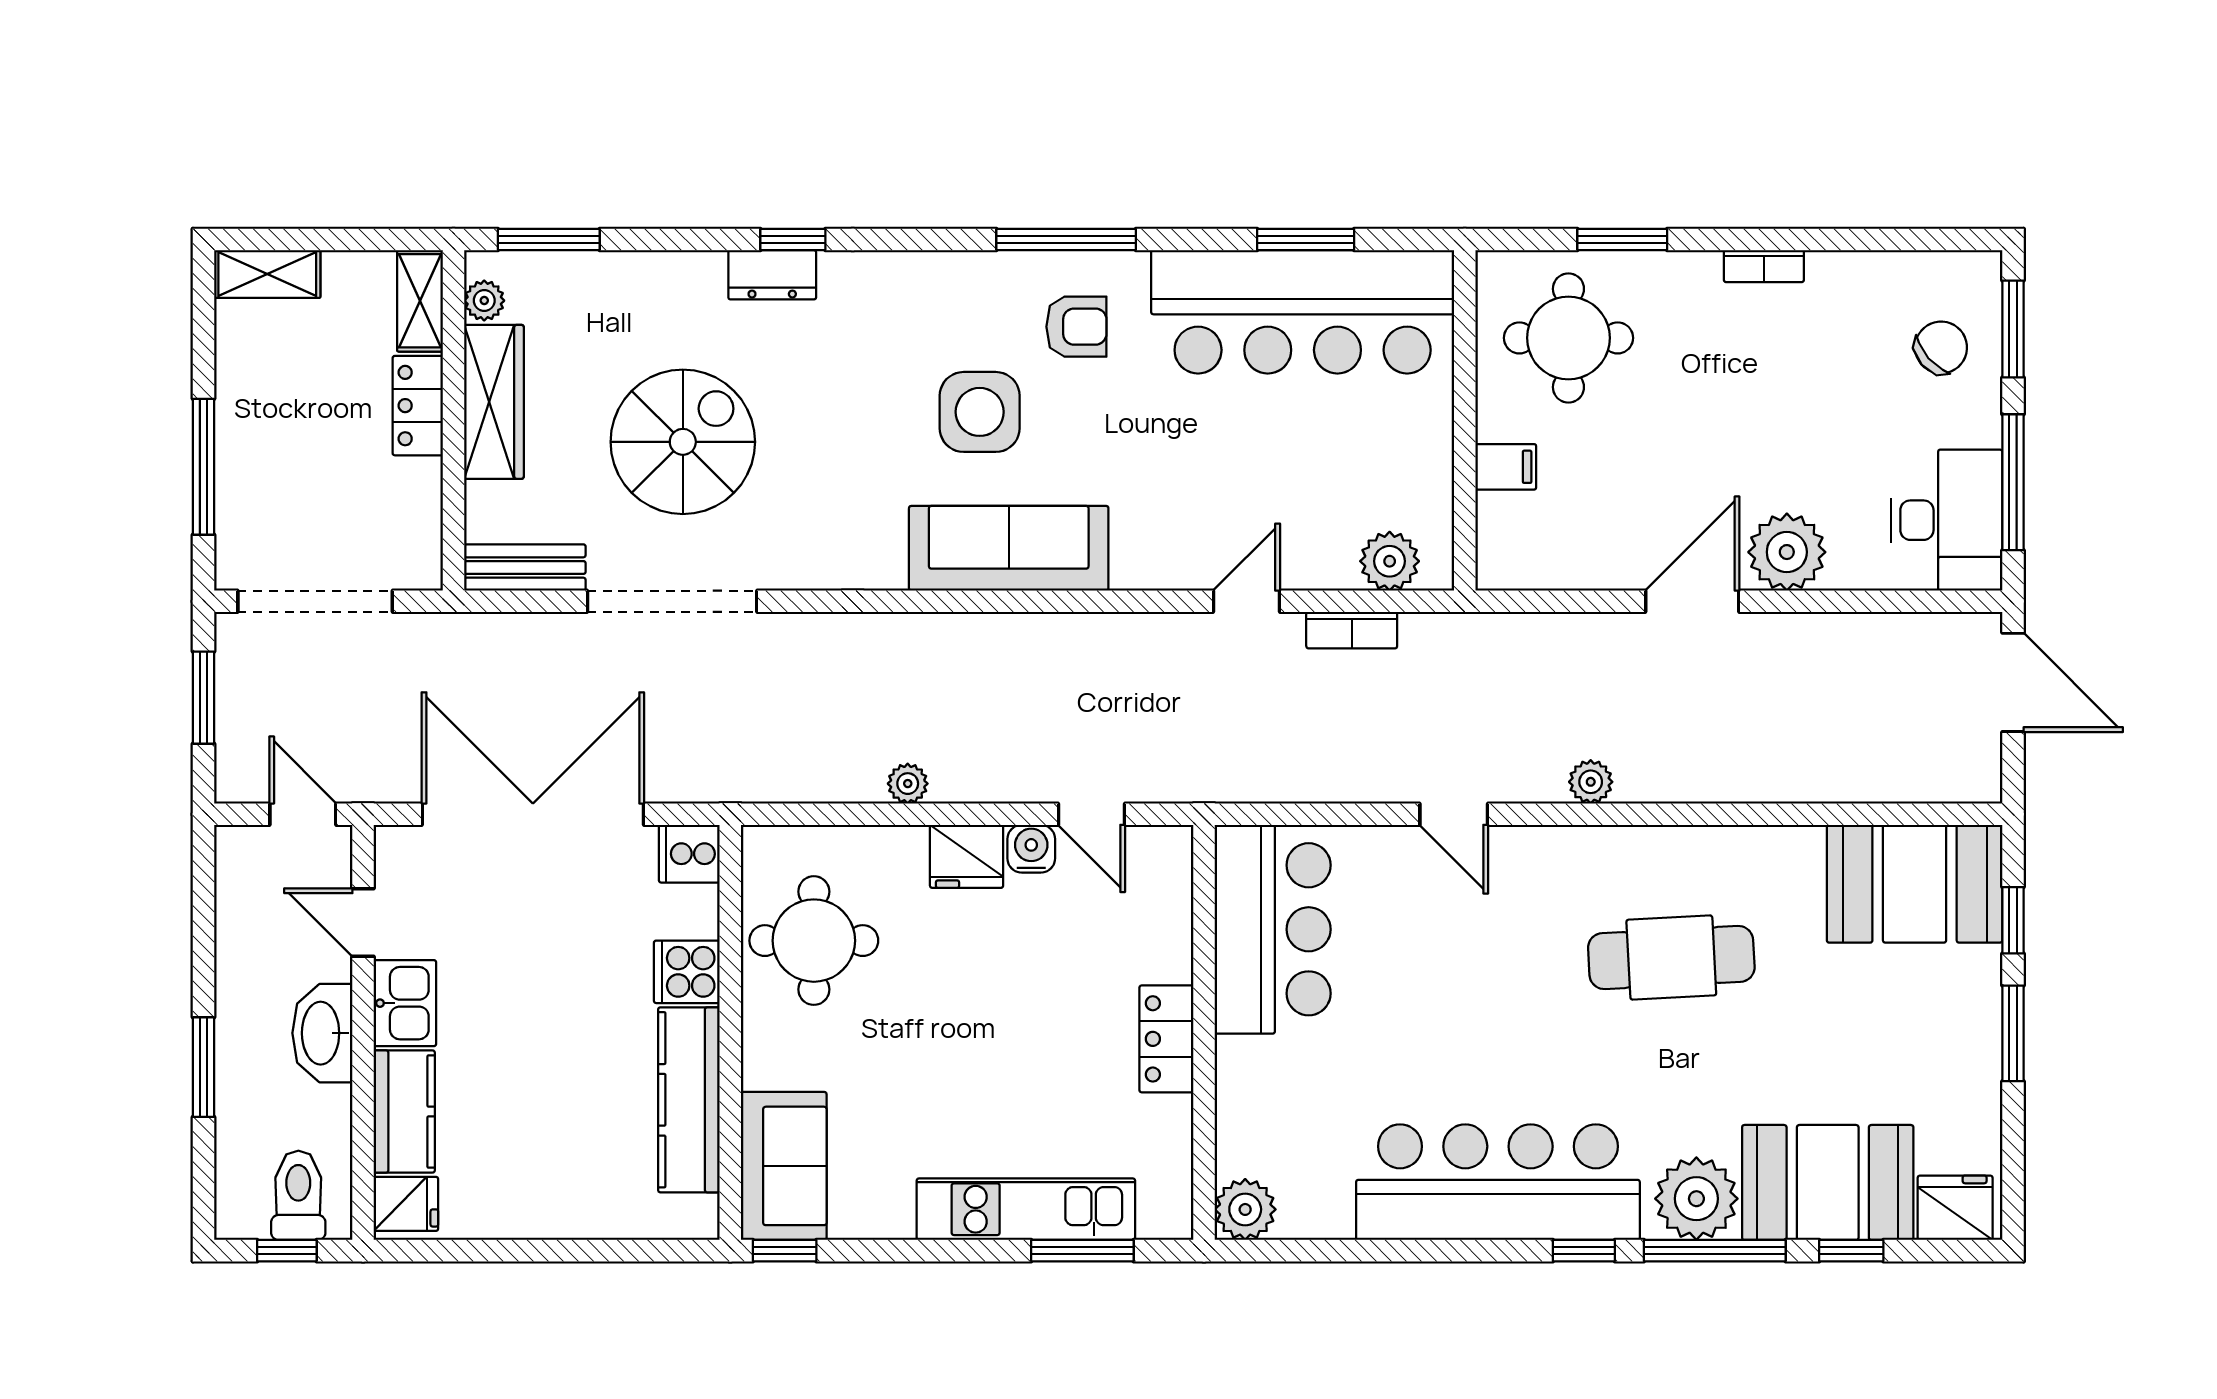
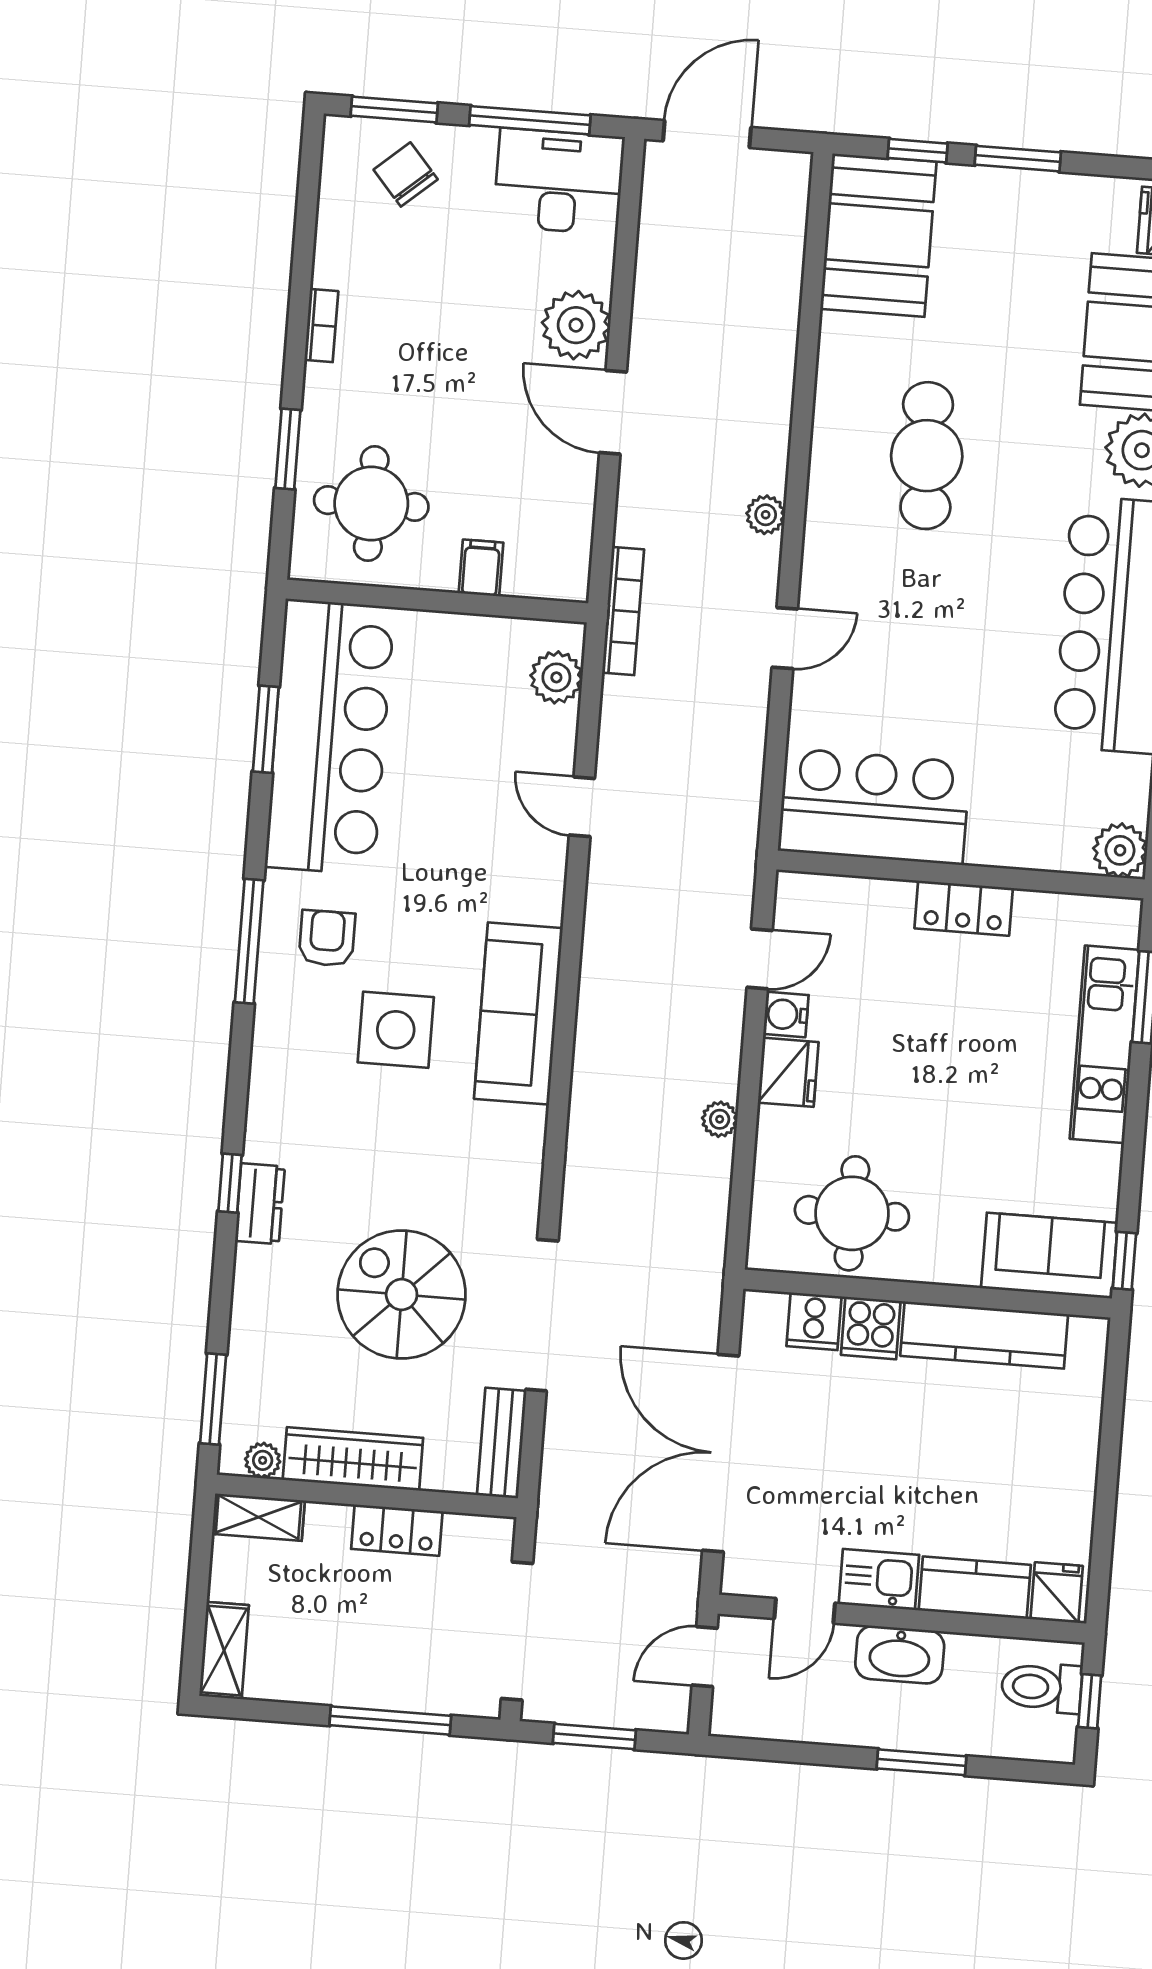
locker: (418, 406) -> (397, 1530), moved
bookcase: (1352, 630) -> (623, 611), moved, width x1.56
cooker: (689, 854) -> (814, 1321), moved

